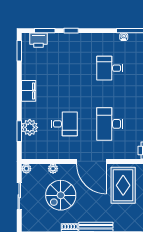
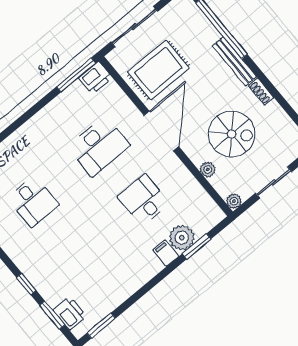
filing cabinet: (29, 91) -> (166, 253), moved, width x0.50

